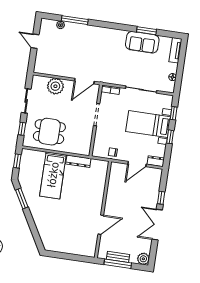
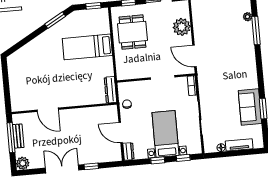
tv unit: (175, 50) -> (239, 145), moved
dresser: (78, 161) -> (110, 90), moved

